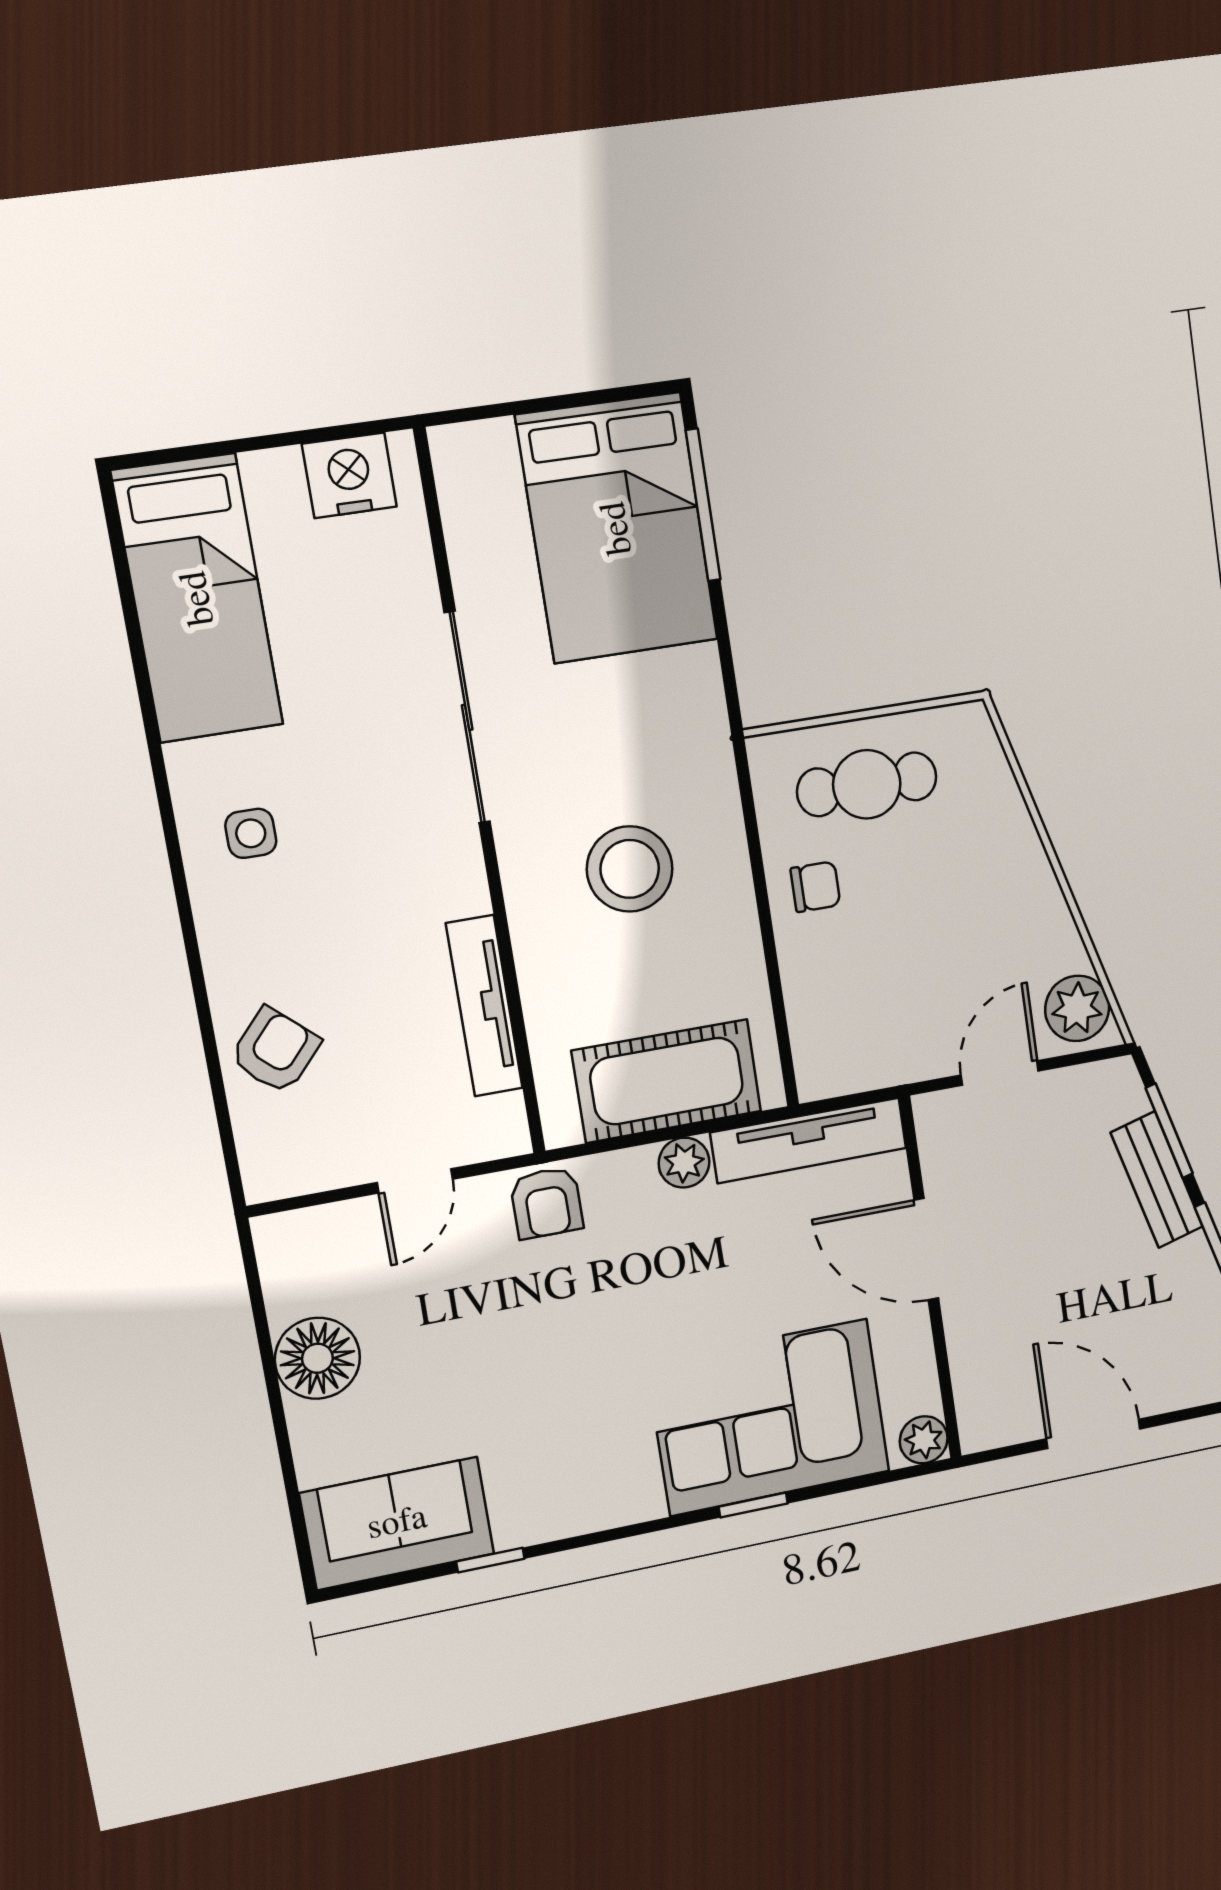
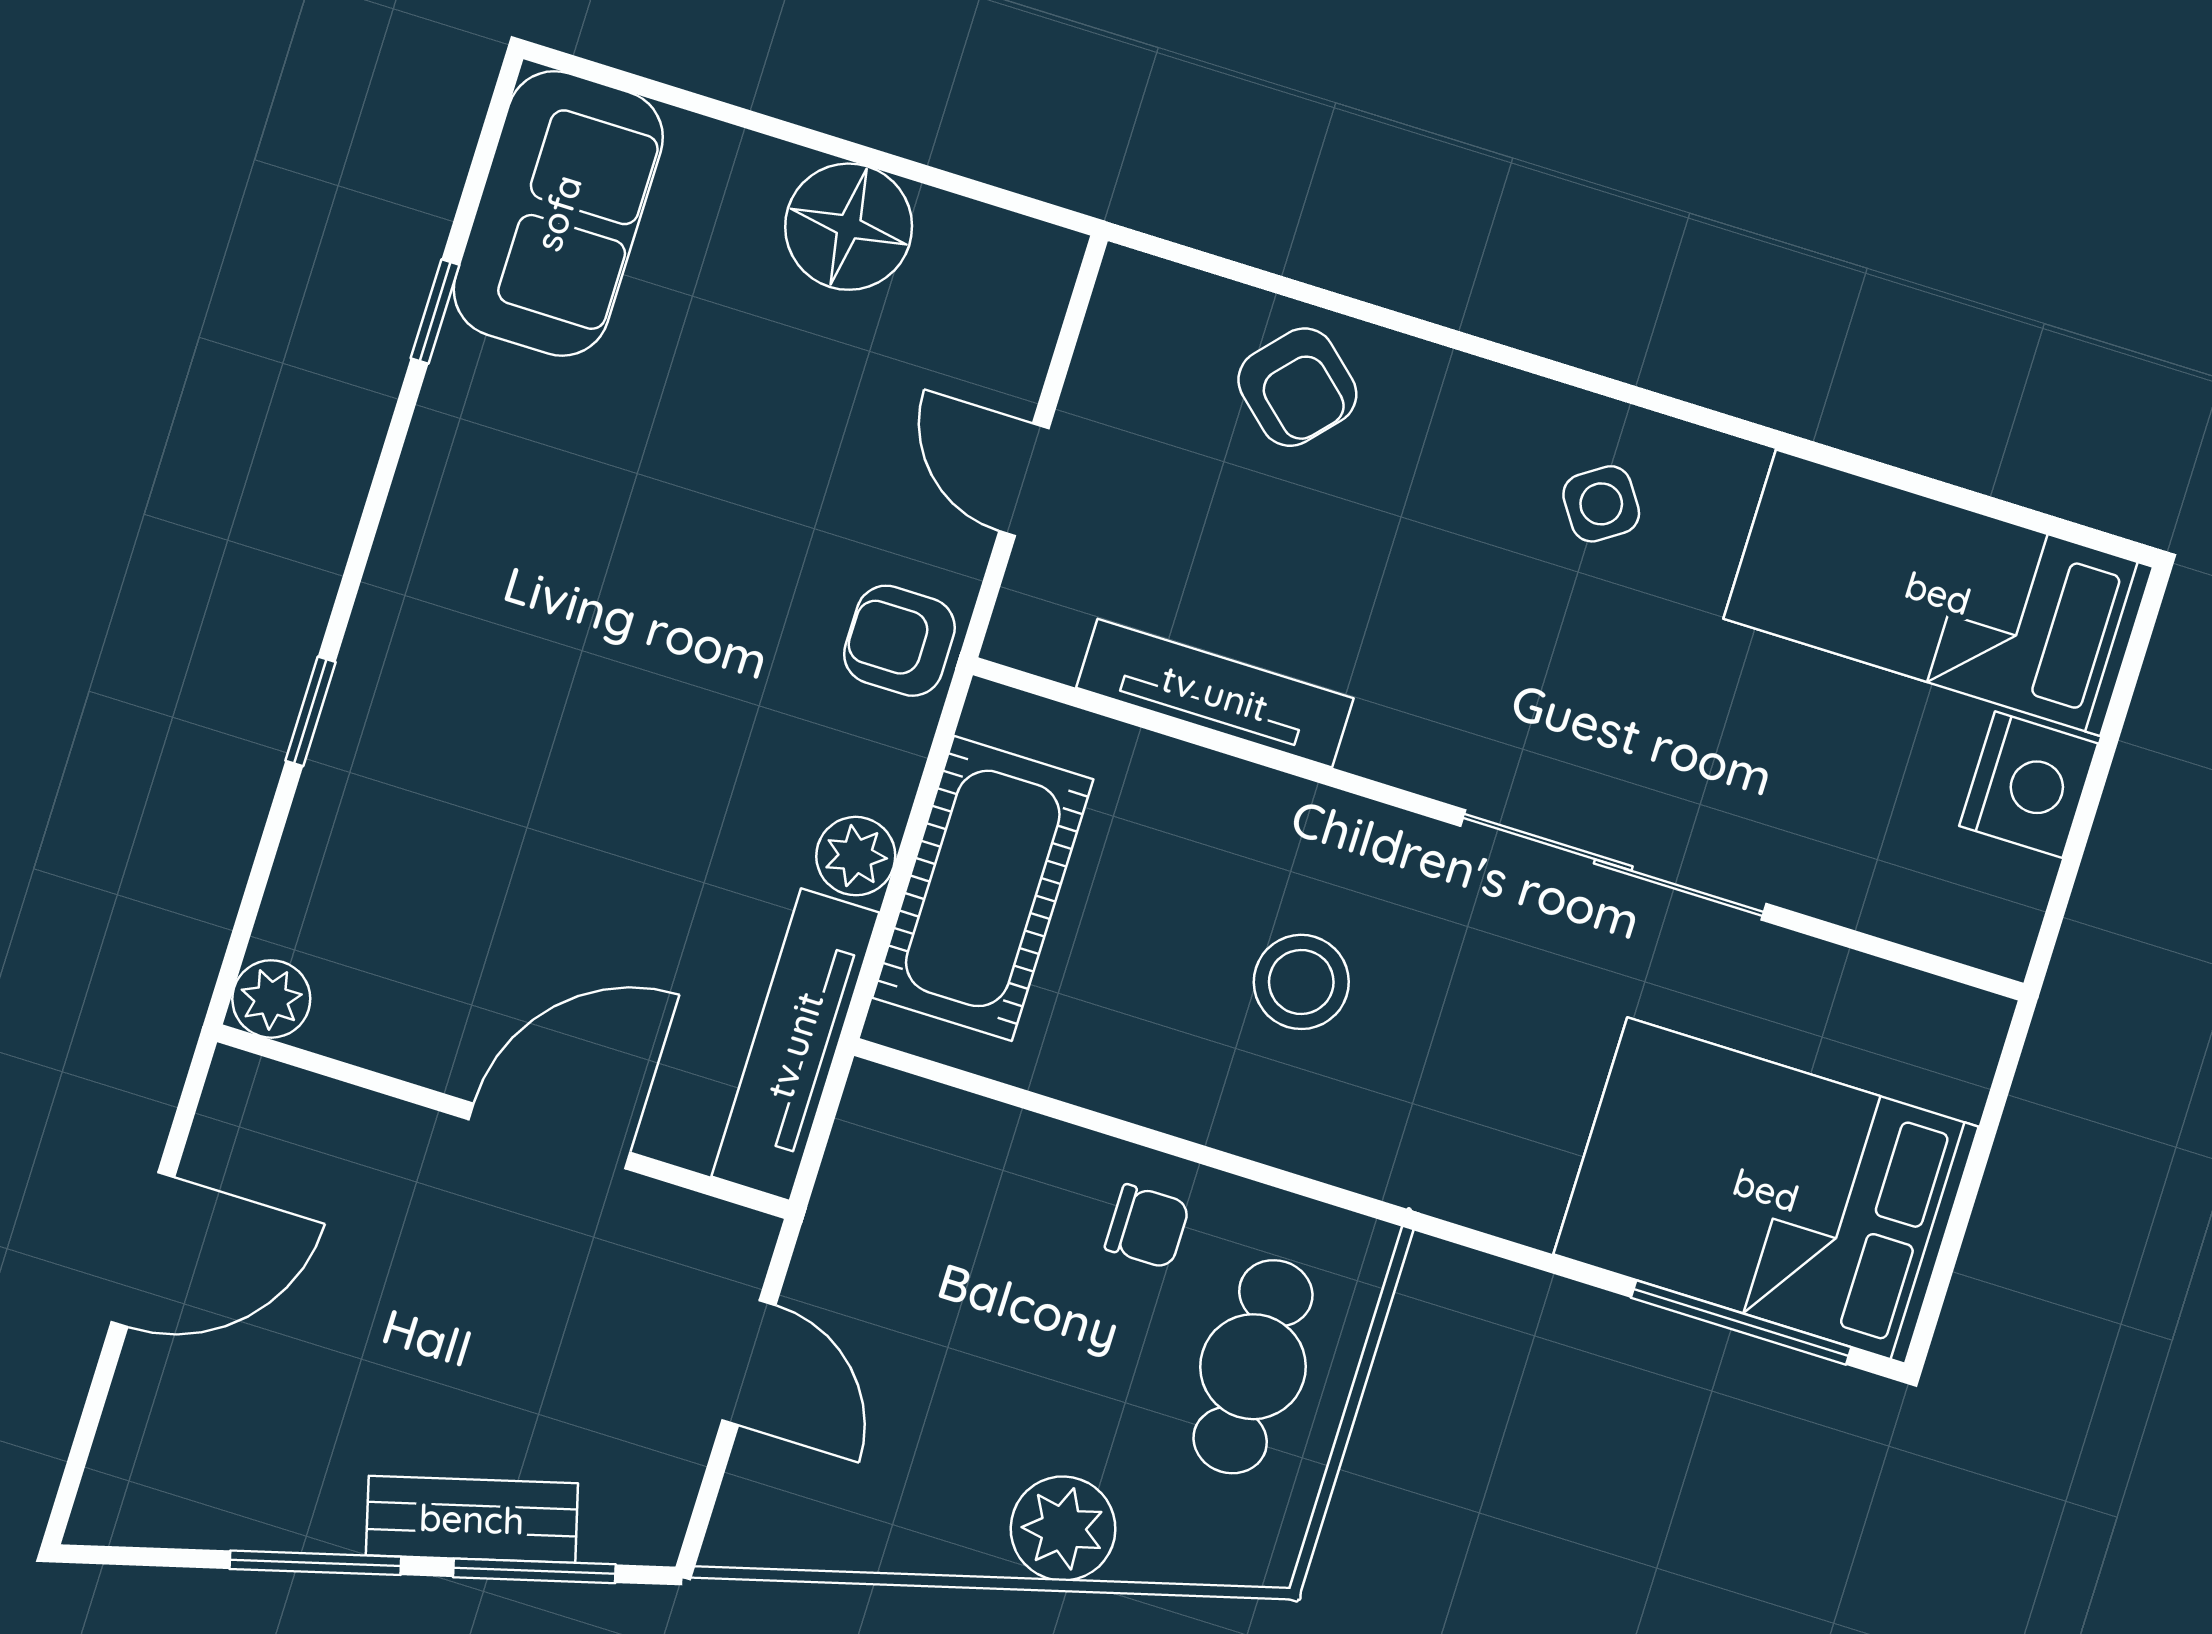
nightstand: (349, 475) -> (2029, 785), moved
side table: (251, 833) -> (1601, 504), turned -34
stool: (630, 869) -> (1301, 982), width x0.73, depth x0.73
chair: (815, 887) -> (1147, 1226), turned -90
plant: (1077, 1008) -> (1063, 1529), moved
corner sofa: (769, 1417) -> (427, 795), removed

